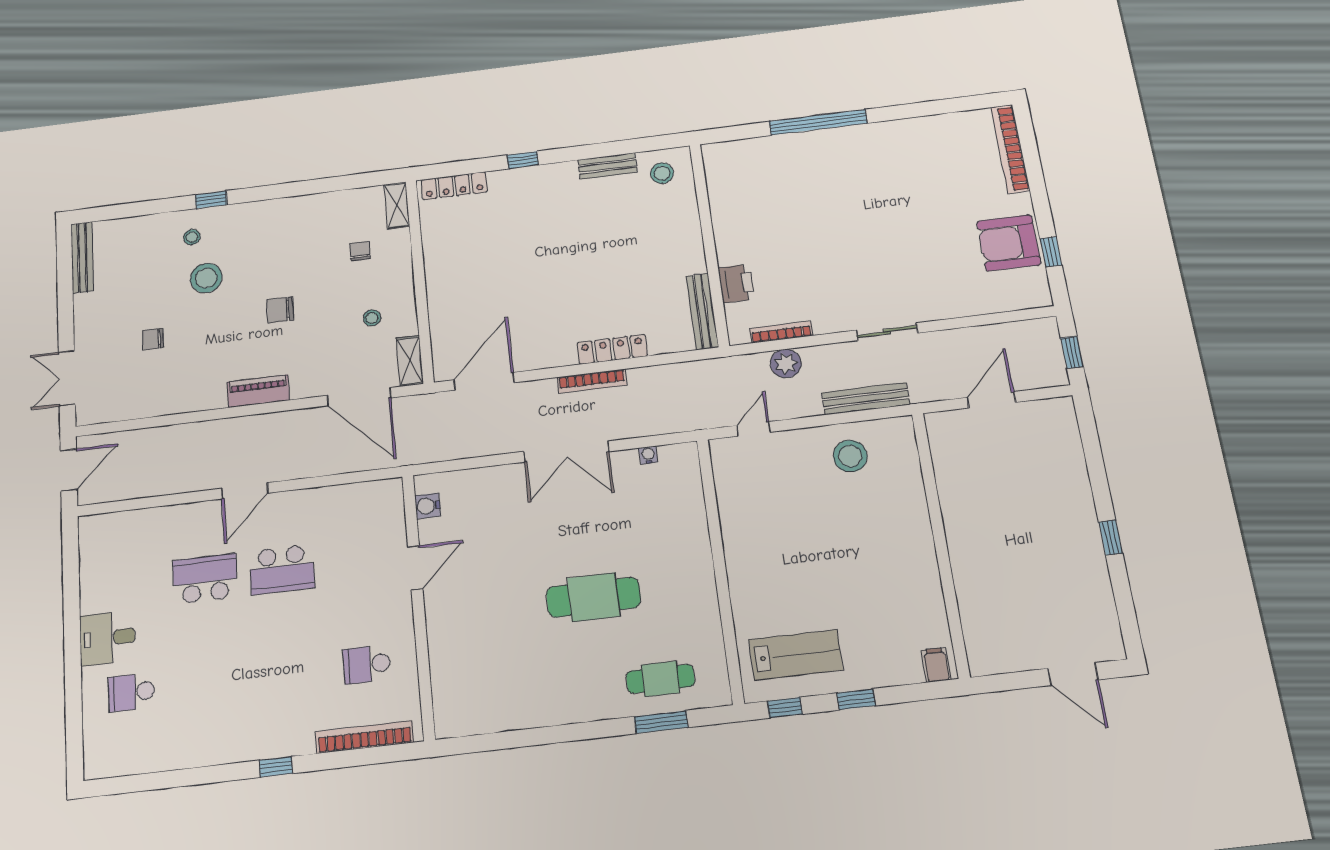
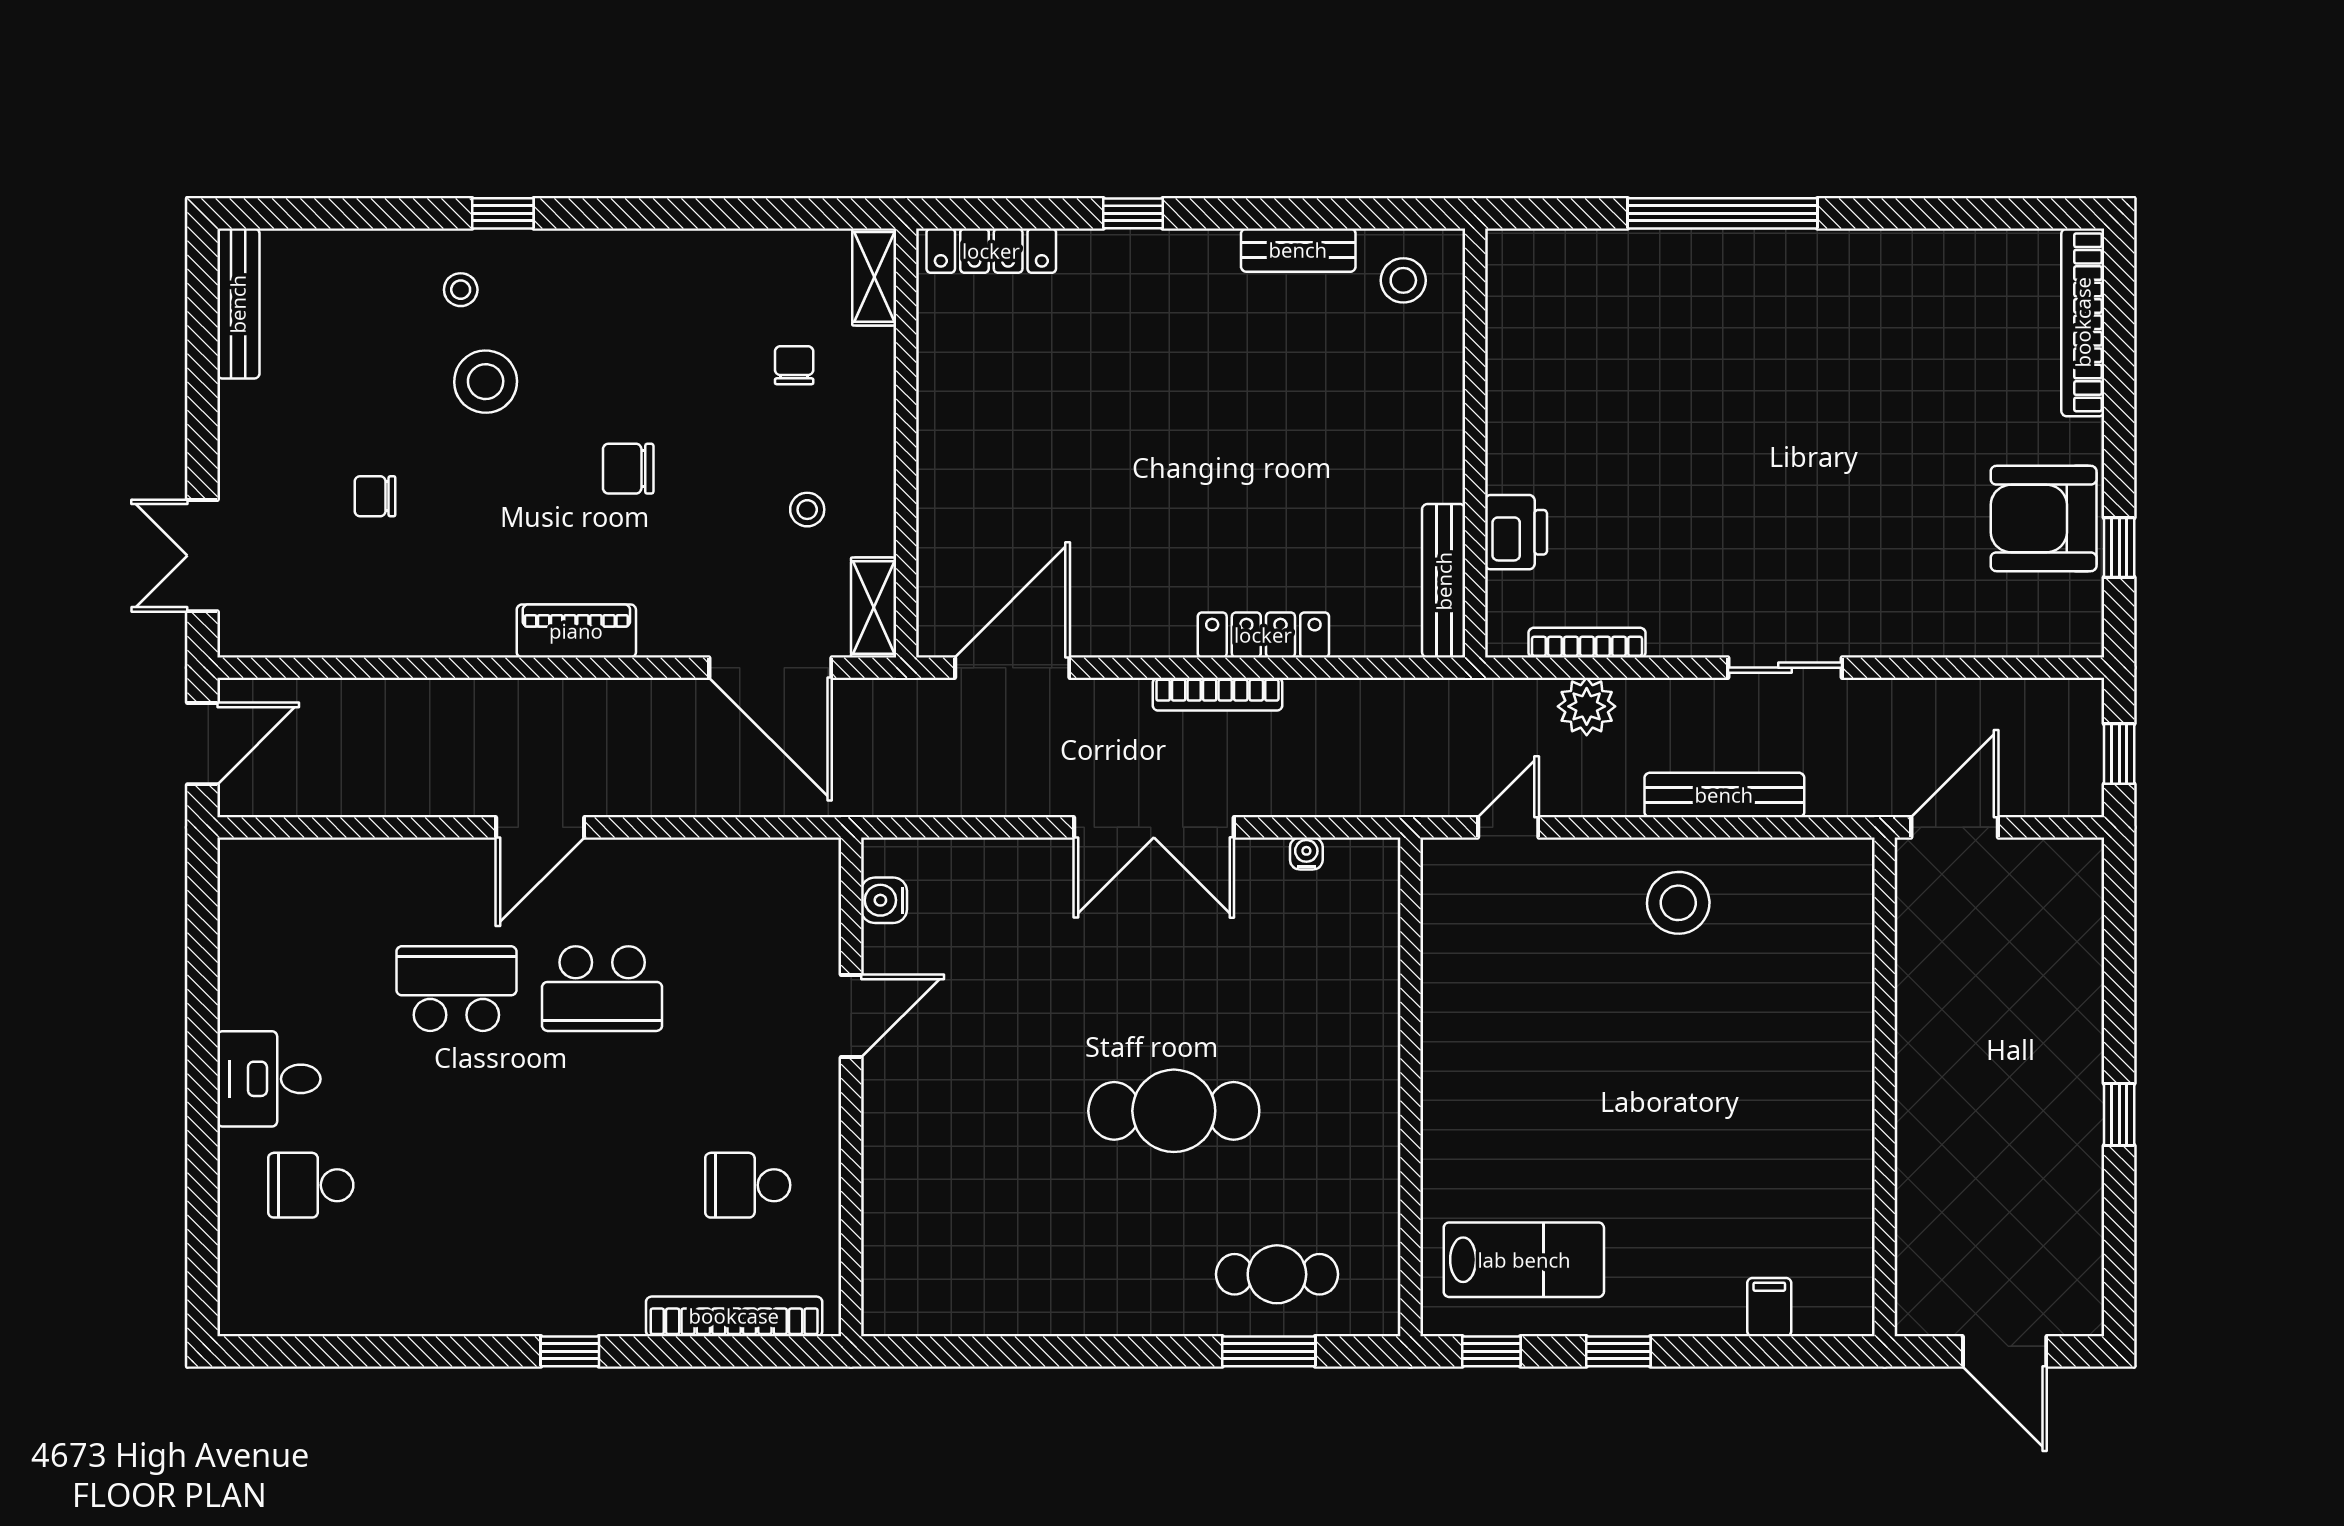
wall: (940, 543) -> (1885, 1087), moved

